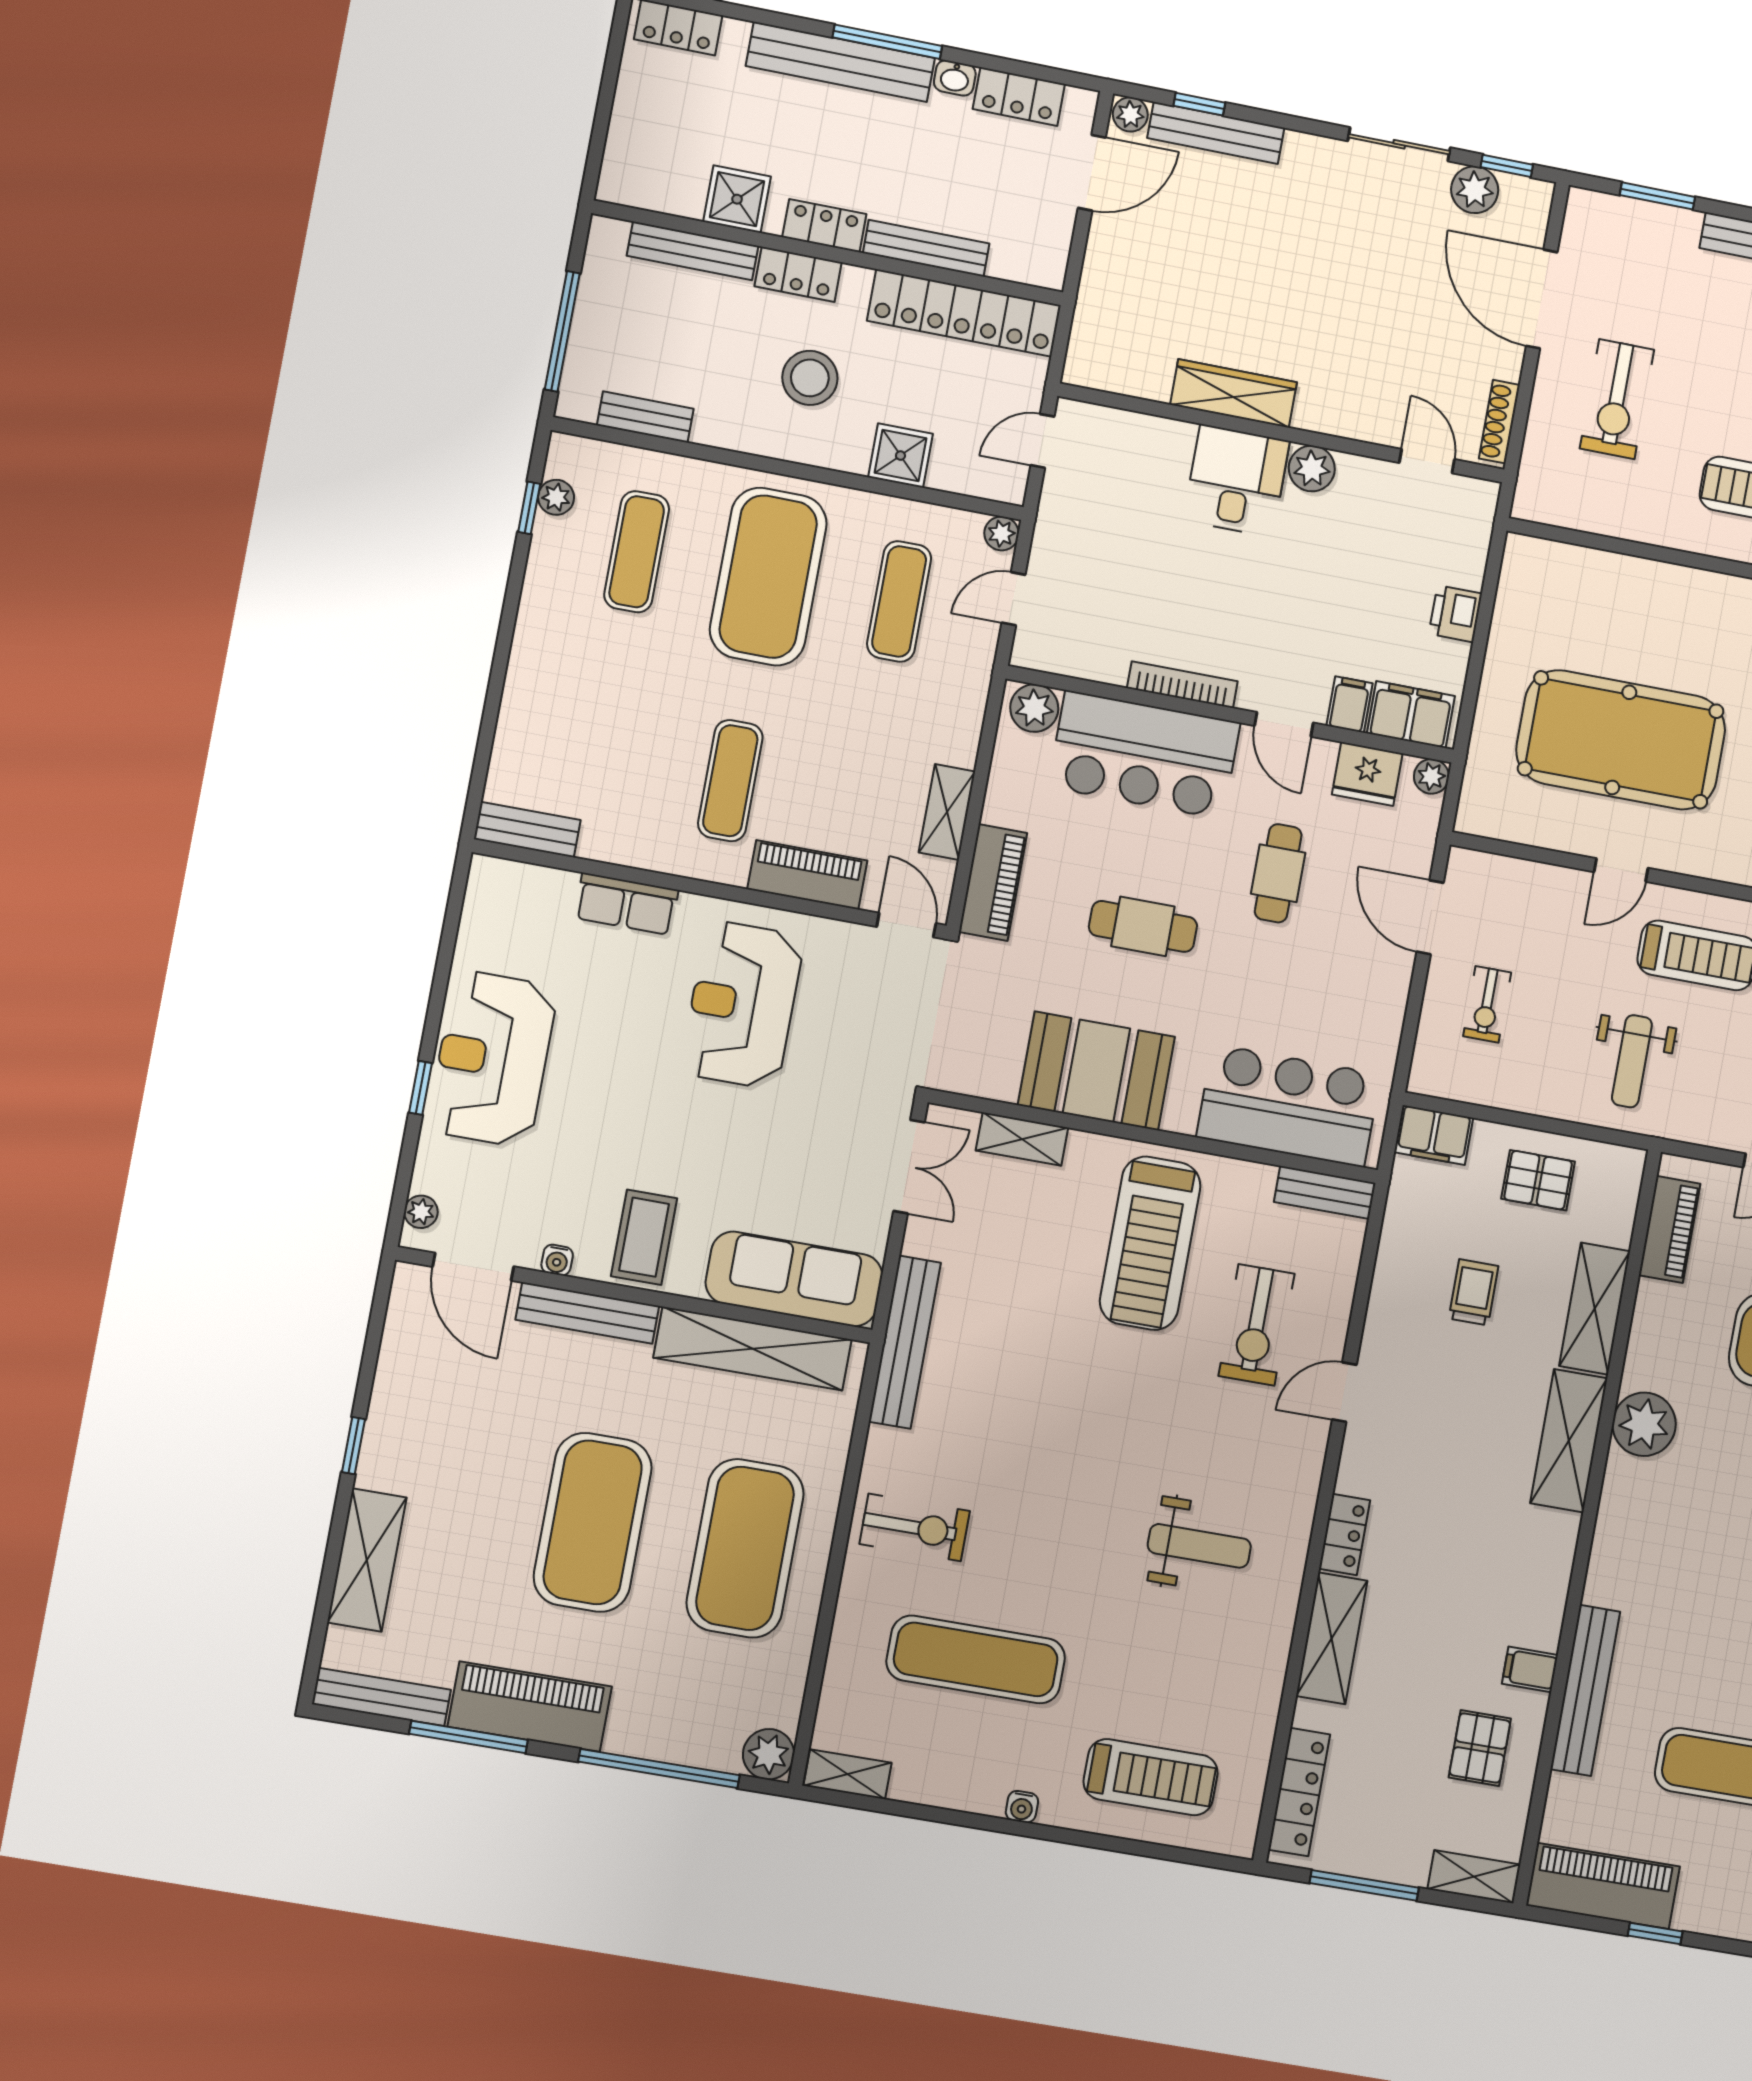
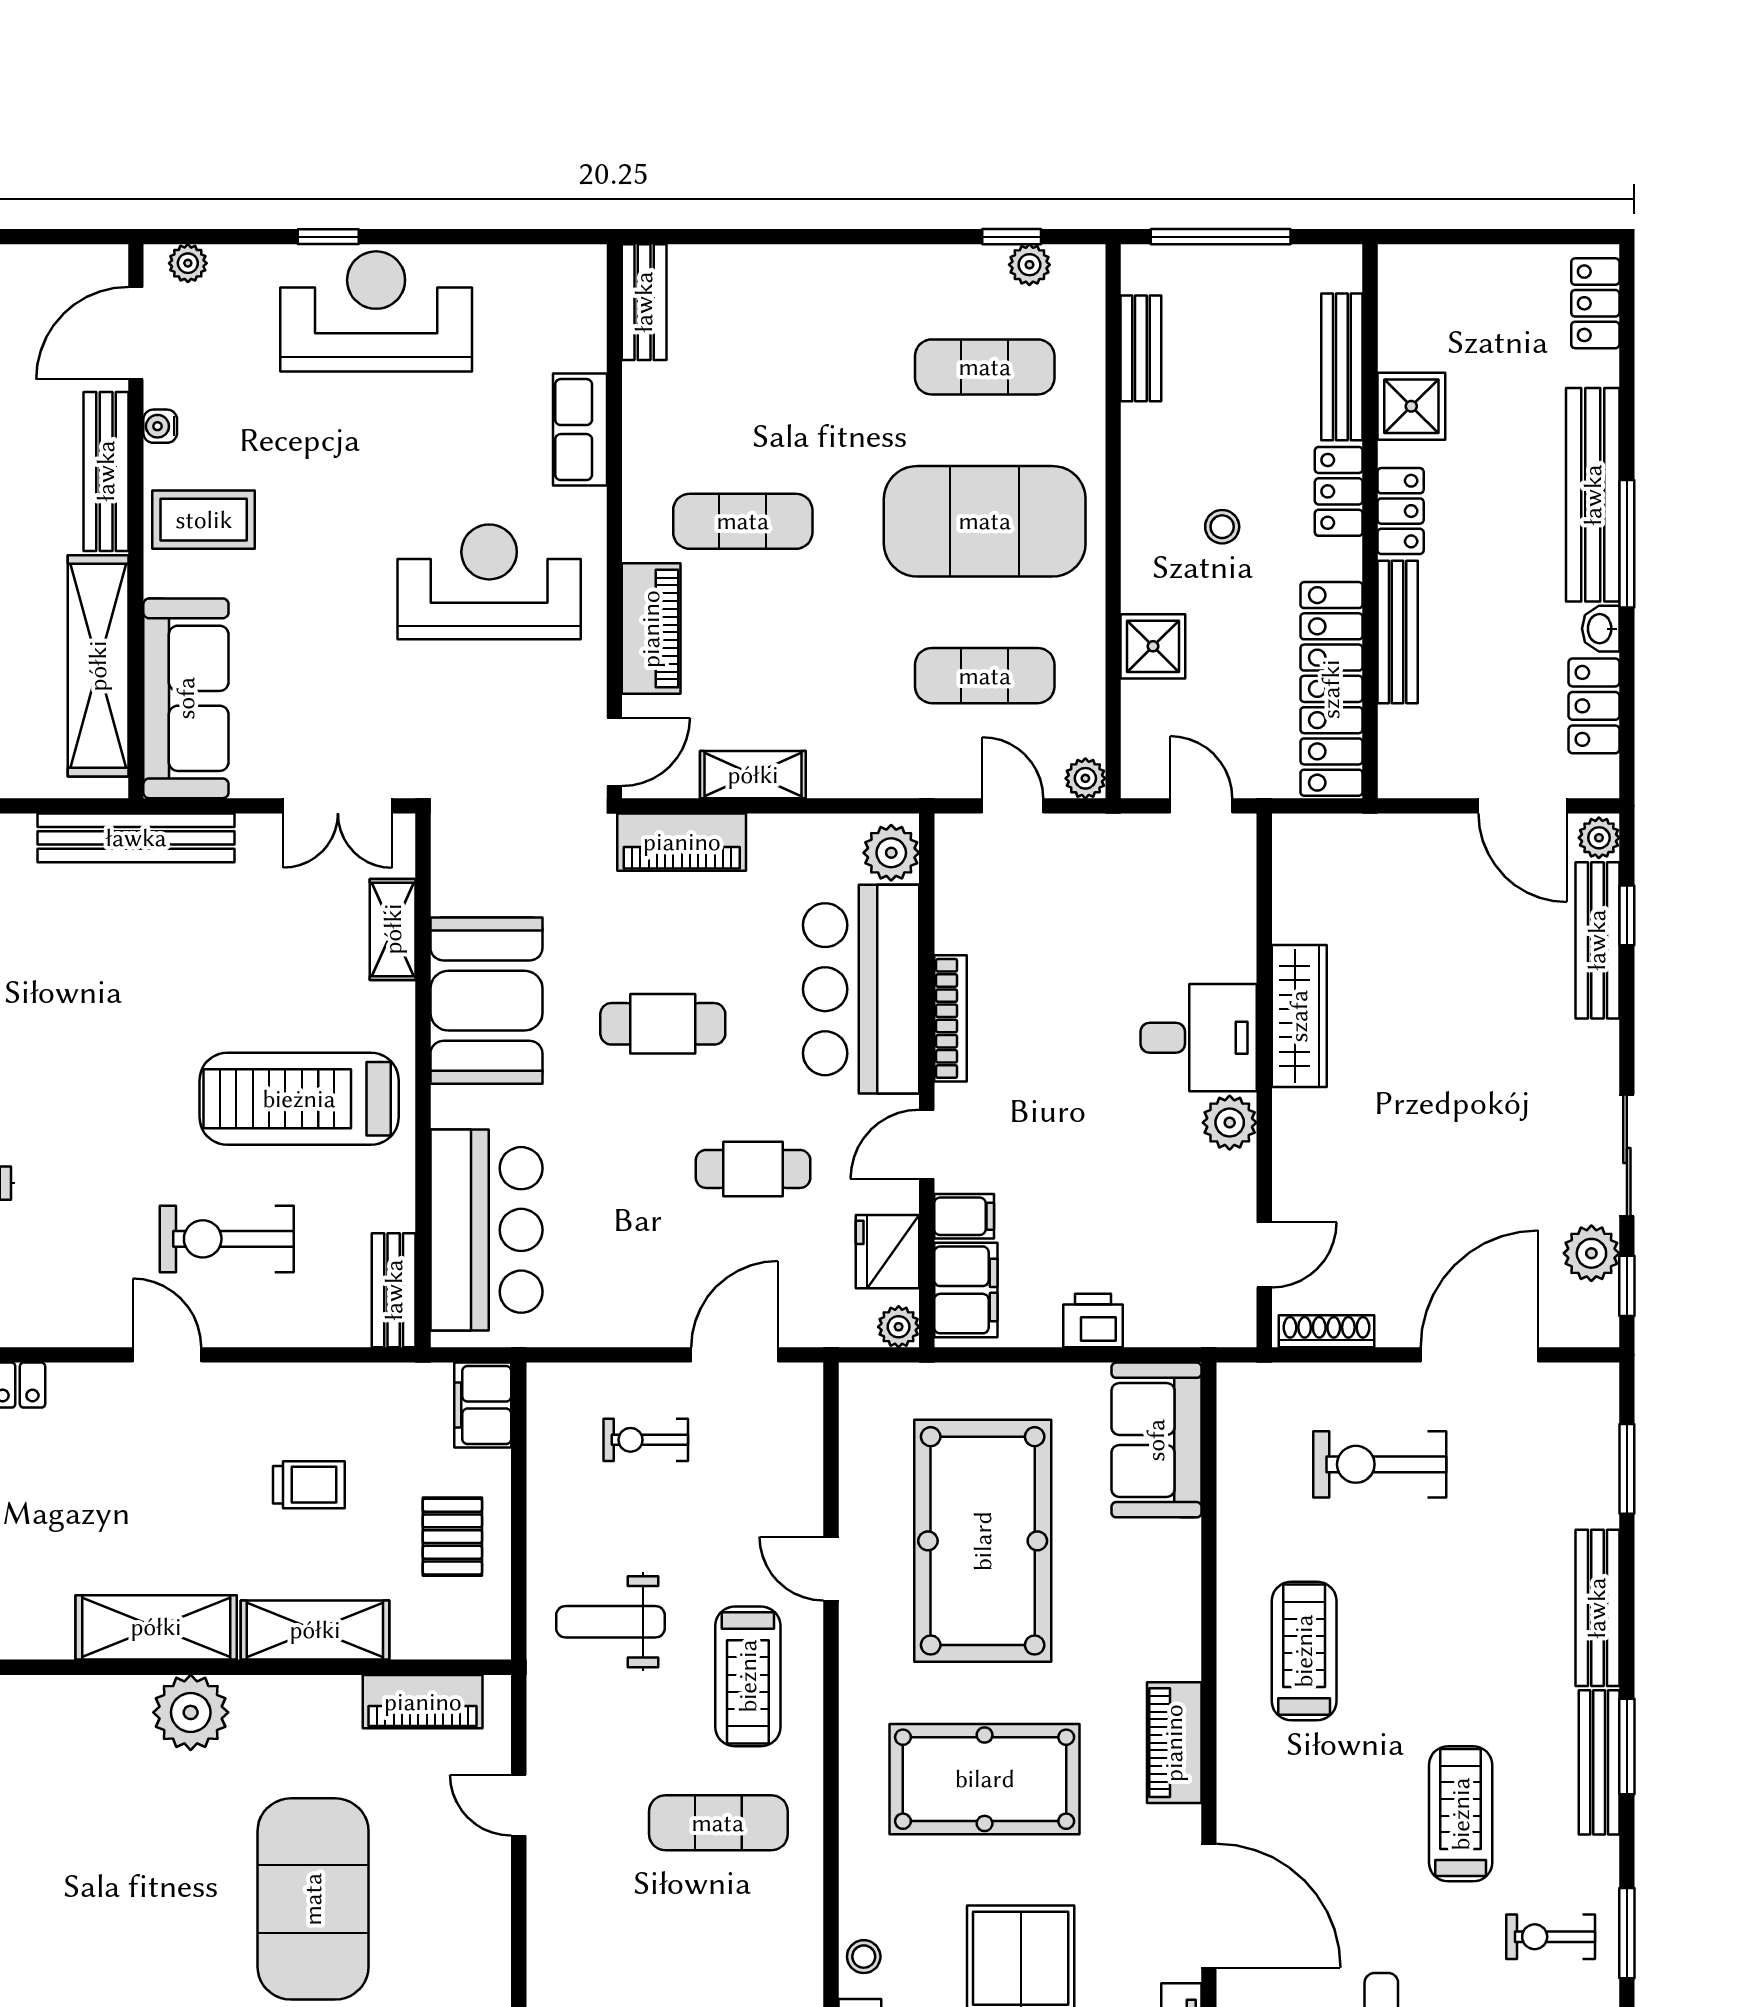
stool: (810, 378) -> (1222, 527), width x0.53, depth x0.53
sofa: (1564, 580) -> (1156, 1440), added
cafe table: (1143, 926) -> (663, 1024), turned 90

